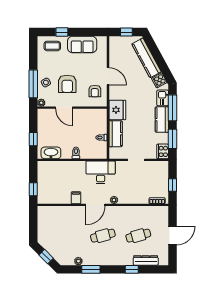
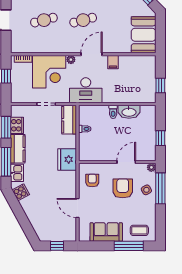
window: (62, 32) -> (129, 246), width x2.17
kitchen counter: (146, 58) -> (35, 217), removed
door: (108, 76) -> (77, 208), moved
door: (64, 108) -> (126, 162), hinge flipped
kitchen counter: (116, 134) -> (69, 120), moved
window: (33, 139) -> (160, 138), moved
cooker: (163, 151) -> (17, 125), moved
washbasin: (51, 153) -> (129, 112), moved
window: (33, 189) -> (160, 86), moved
corner desk: (134, 189) -> (49, 72), added
booth: (48, 222) -> (144, 35), added

